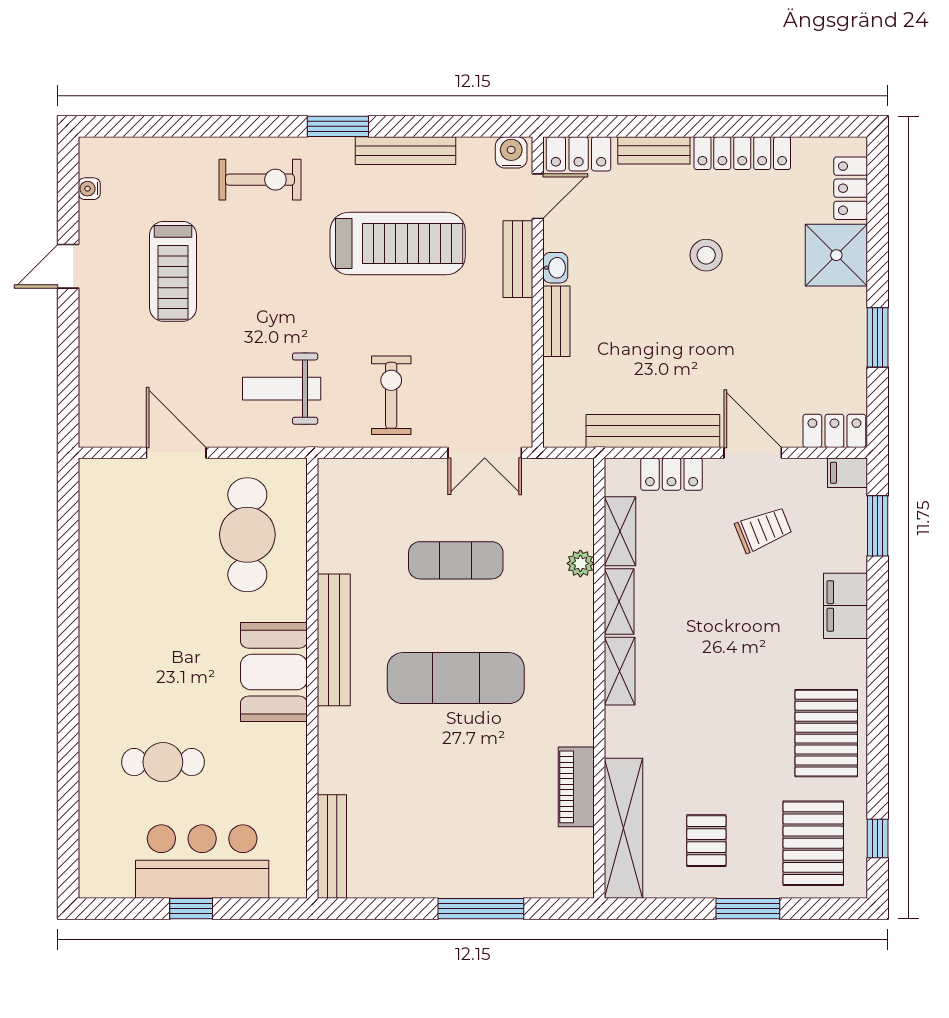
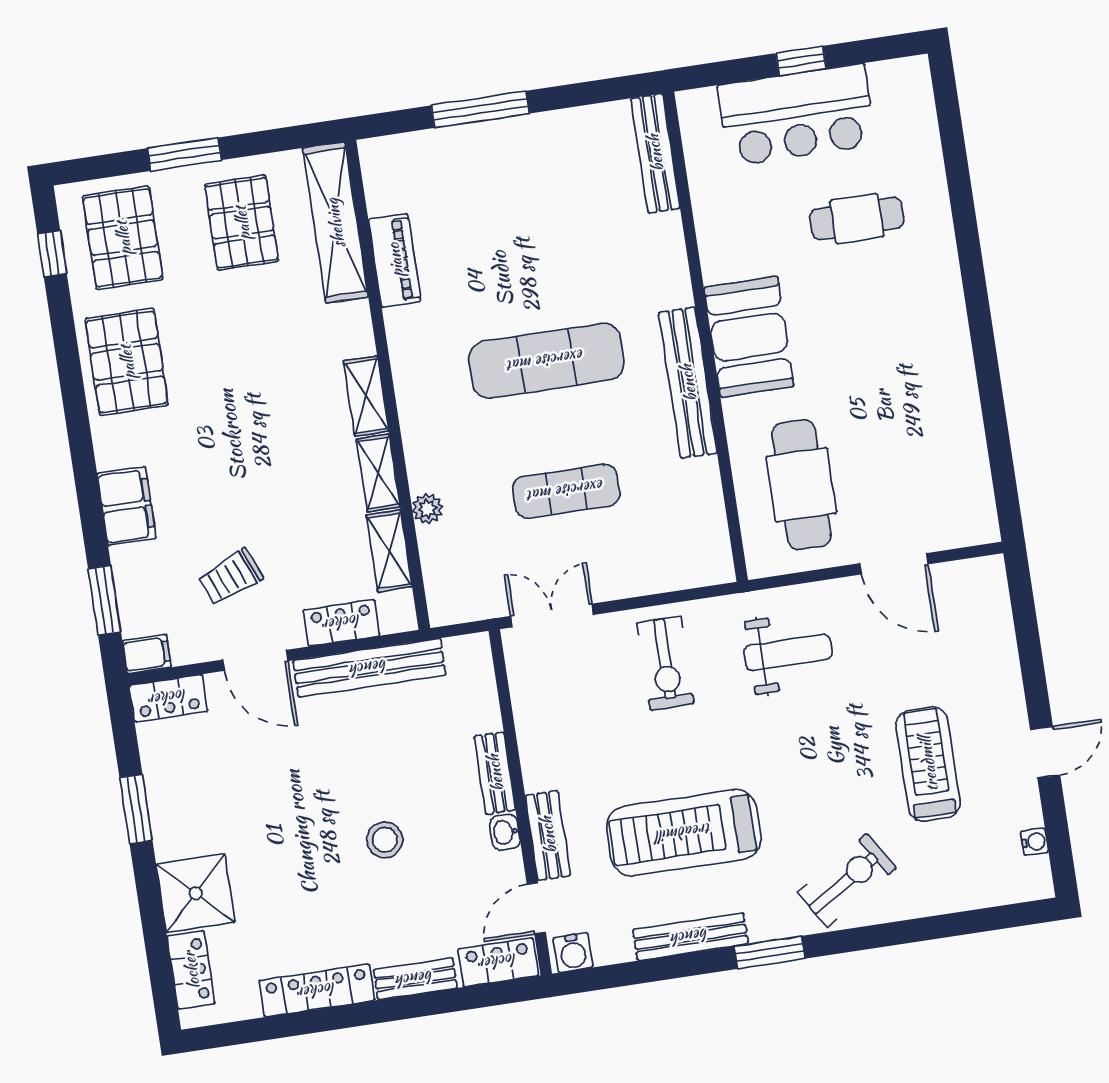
exercise bike: (260, 180) -> (847, 880), turned 148
stool: (706, 255) -> (385, 840), moved
pallet: (706, 841) -> (242, 223), width x1.50, depth x1.42

